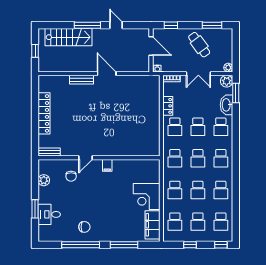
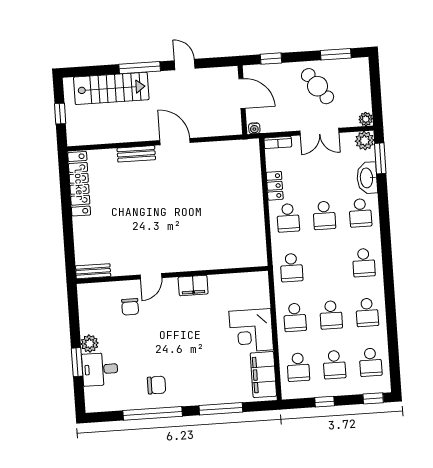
locker: (44, 113) -> (79, 184), moved
school desk: (198, 158) -> (328, 265), removed
filing cabinet: (107, 165) -> (193, 285), width x2.00
plant: (44, 180) -> (90, 344), moved

